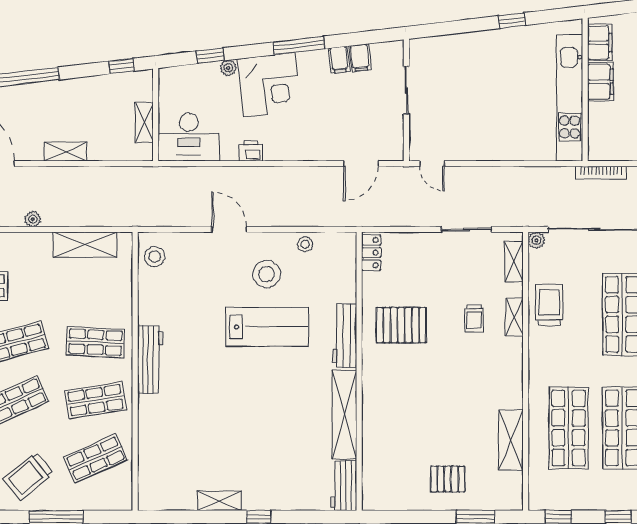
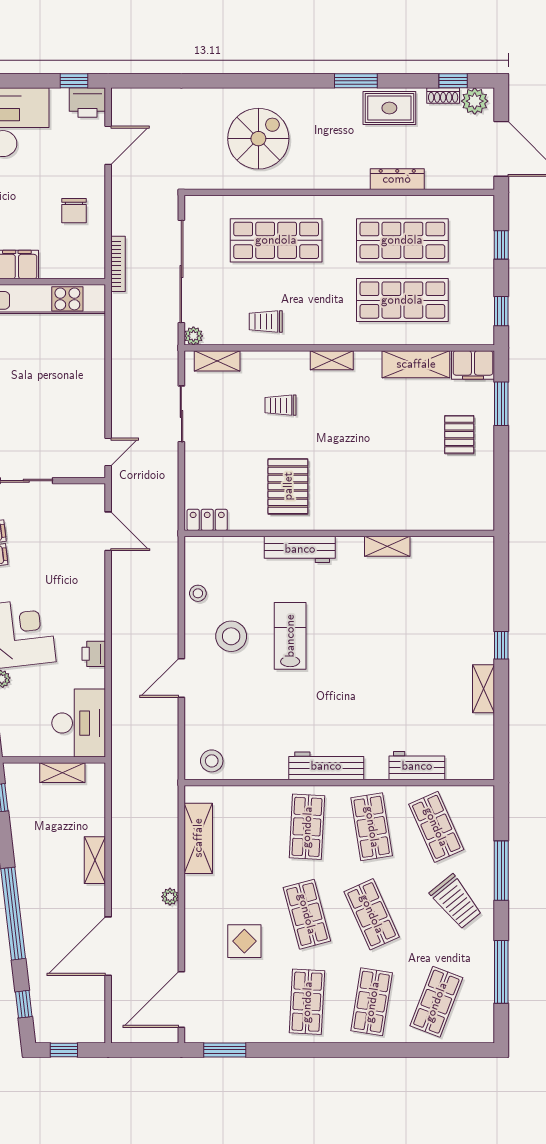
trolley: (549, 305) -> (266, 322), width x0.73, depth x0.72
shelving: (514, 317) -> (332, 360), moved
trolley: (474, 318) -> (280, 405), turned 180
lab bench: (267, 327) -> (290, 636), width x0.73, depth x0.72
shelving: (344, 414) -> (387, 546), width x0.45, depth x0.75
workbench: (344, 486) -> (417, 766), moved, turned 180
filing cabinet: (510, 491) -> (473, 365), added

